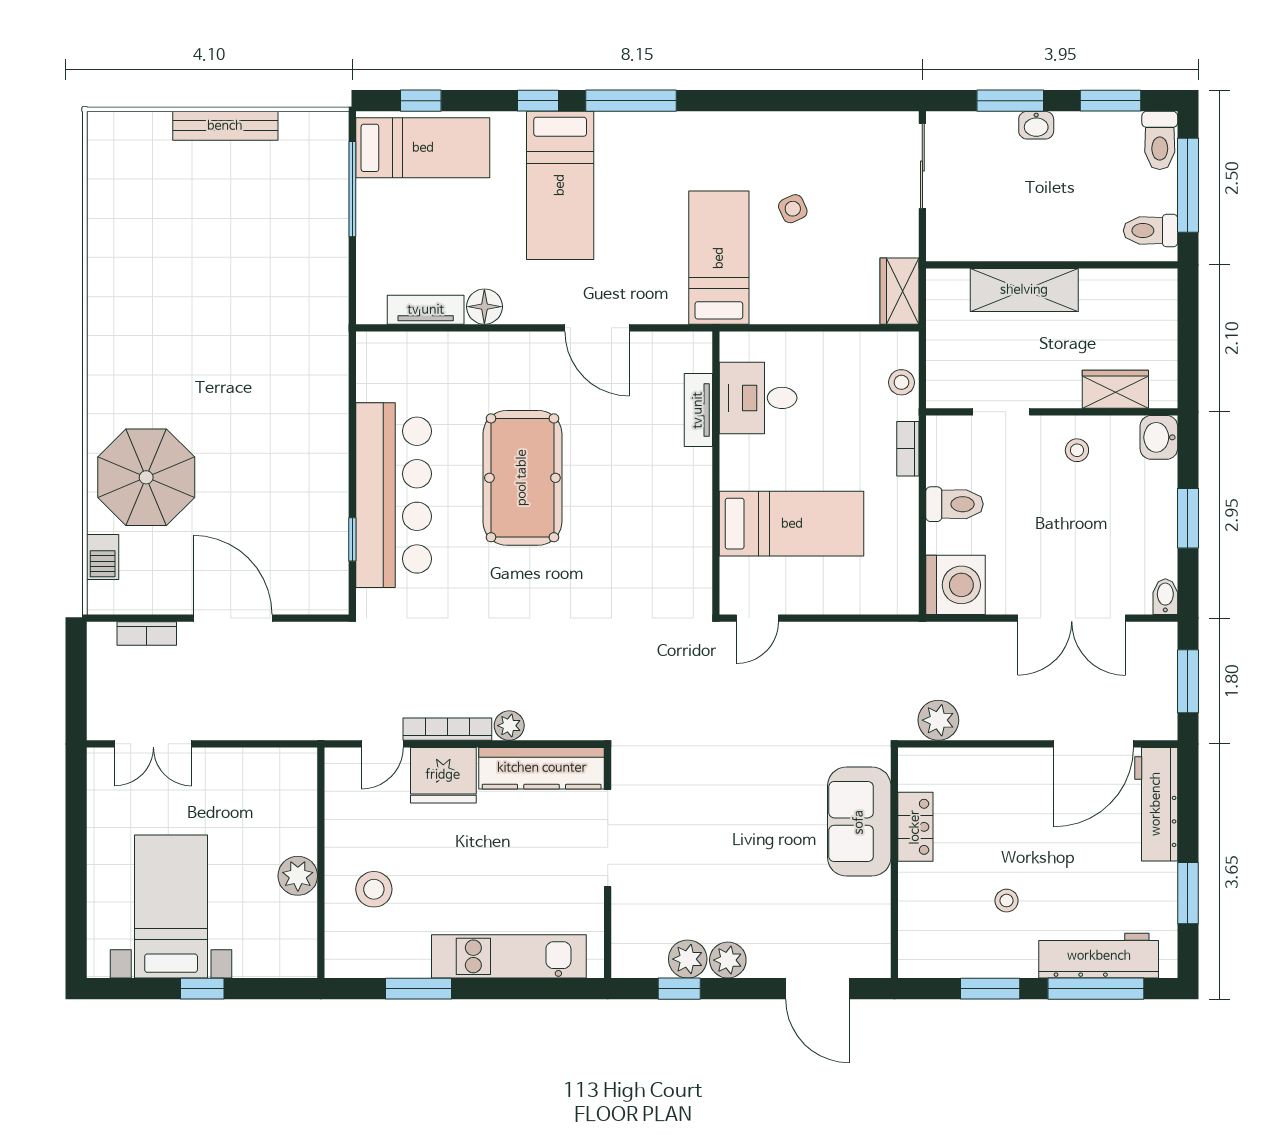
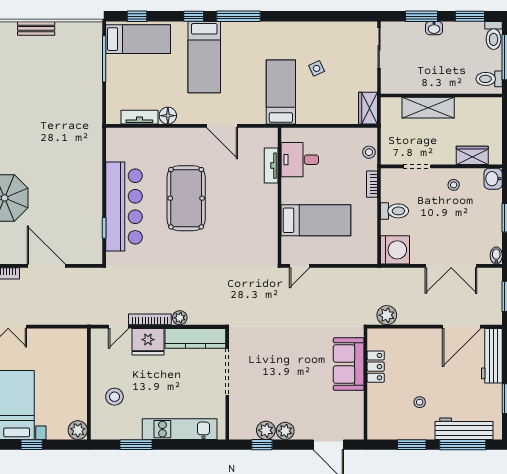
bench: (225, 126) -> (36, 28), width x0.73
plant: (298, 876) -> (78, 430), moved

